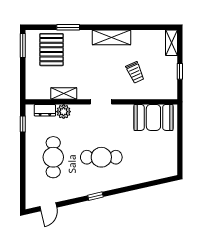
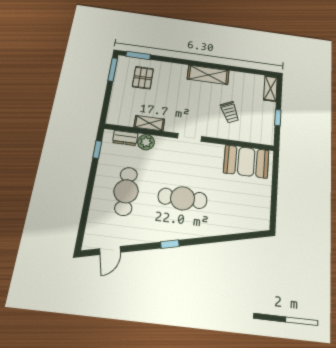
window: (68, 27) -> (138, 55), moved
pallet: (52, 50) -> (143, 78), width x0.67, depth x0.71

